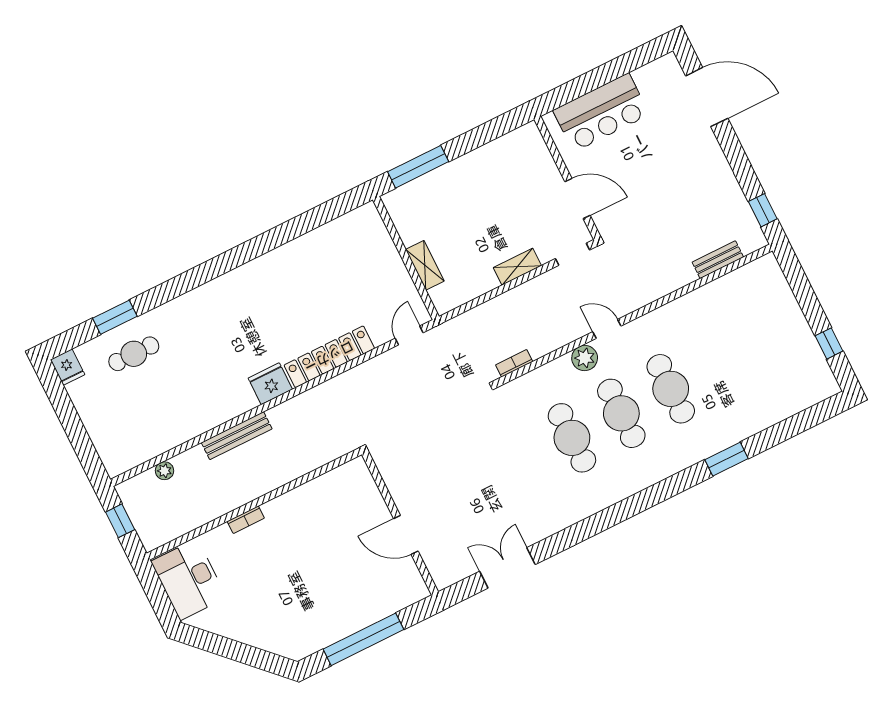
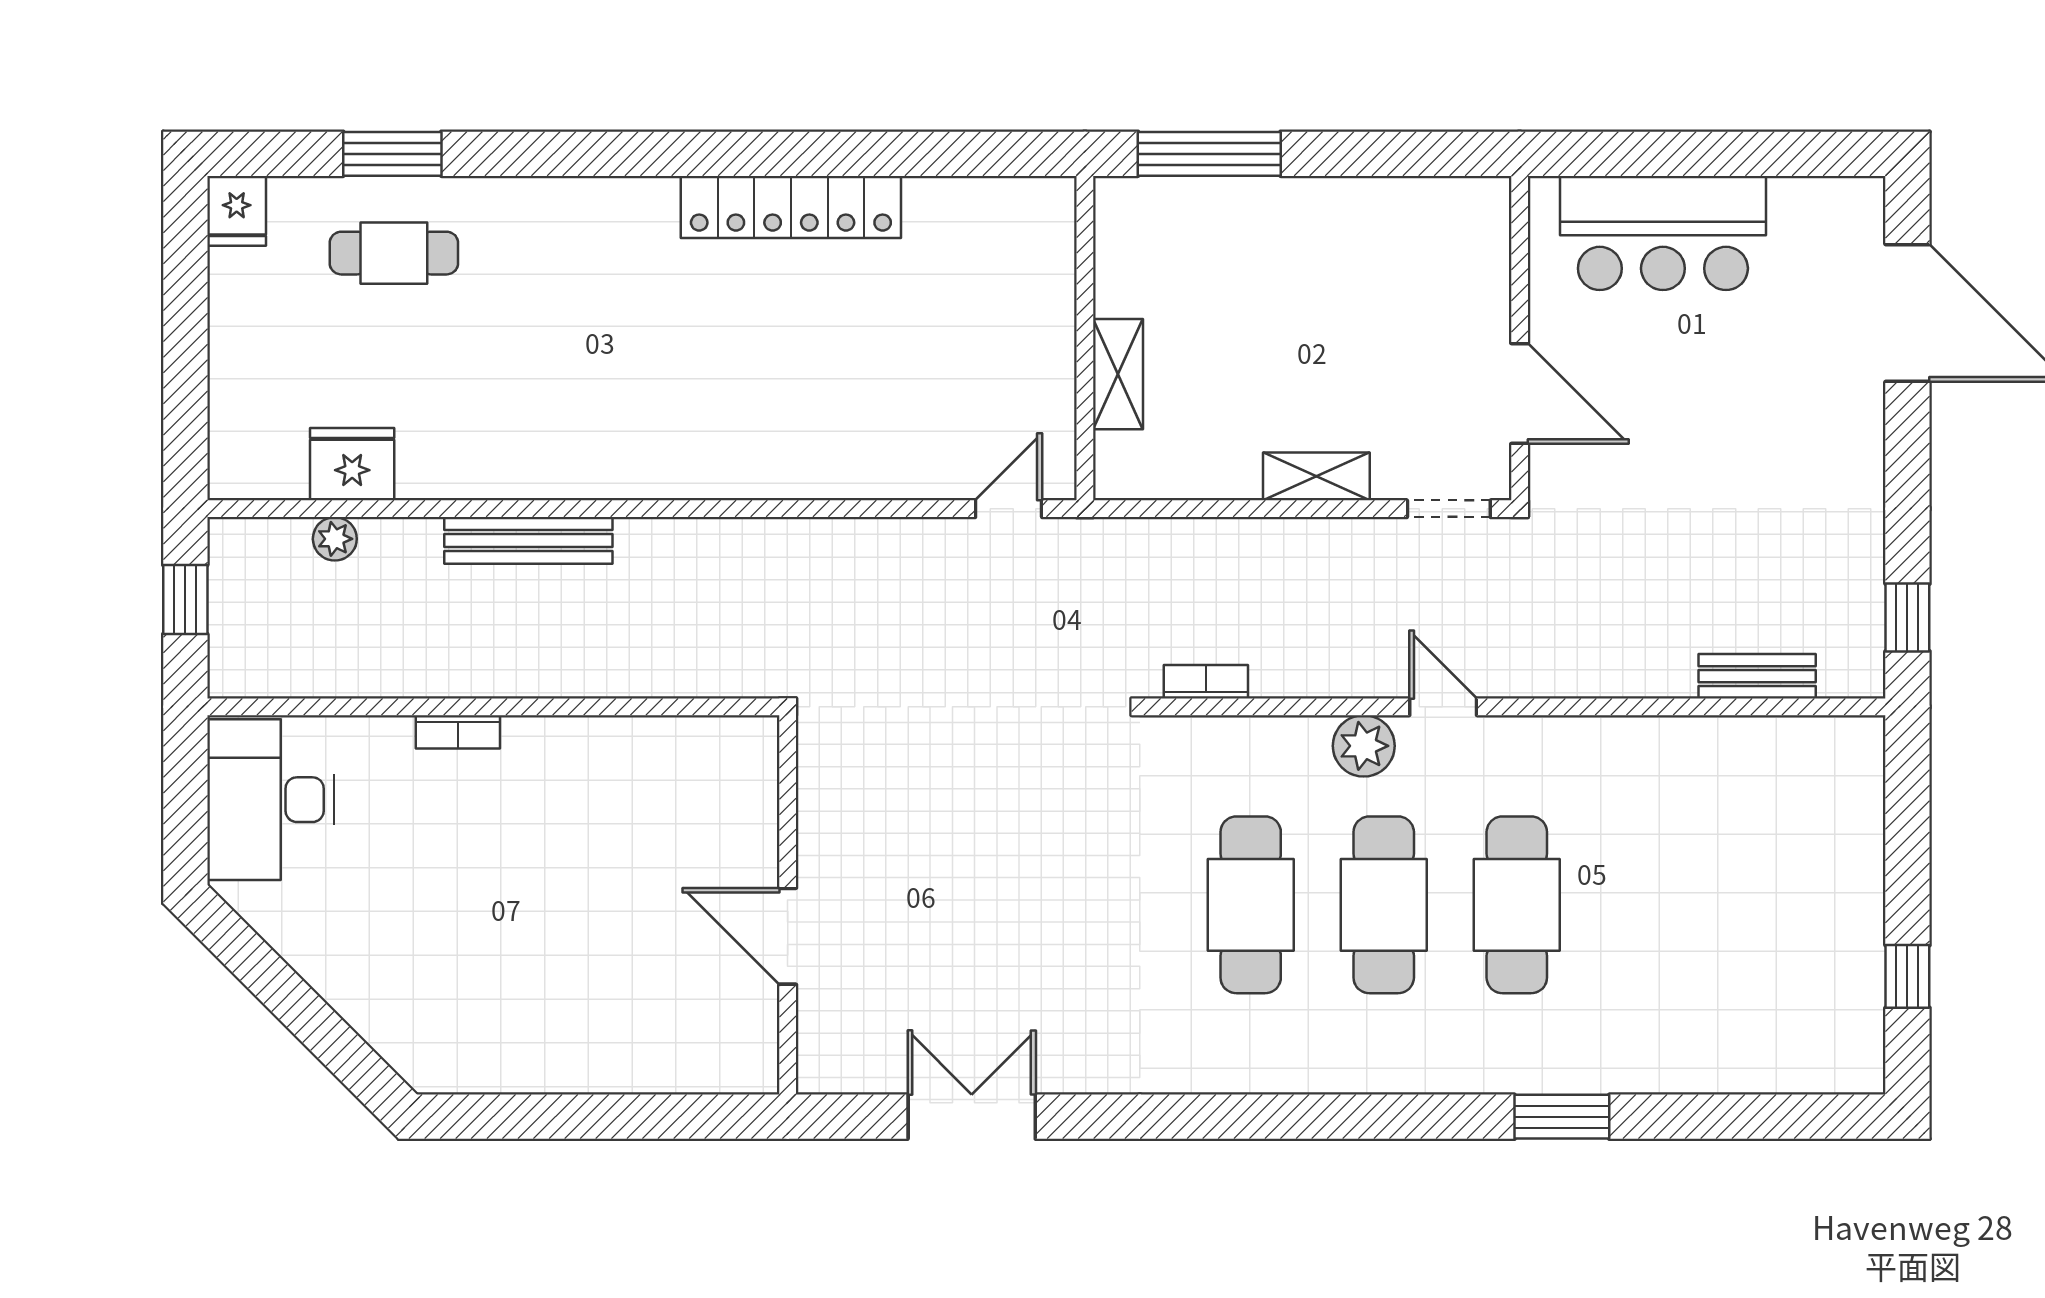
locker: (329, 357) -> (791, 207), moved, turned 180
fridge: (270, 384) -> (352, 464), moved
window: (363, 639) -> (584, 1117), removed

